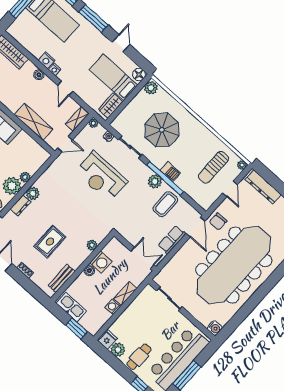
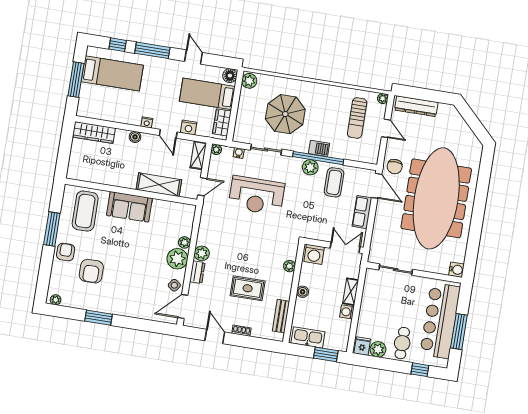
nightstand: (47, 60) -> (189, 127), moved
rug: (50, 242) -> (248, 288), turned 90
washing machine: (101, 262) -> (314, 254), moved, turned 90

